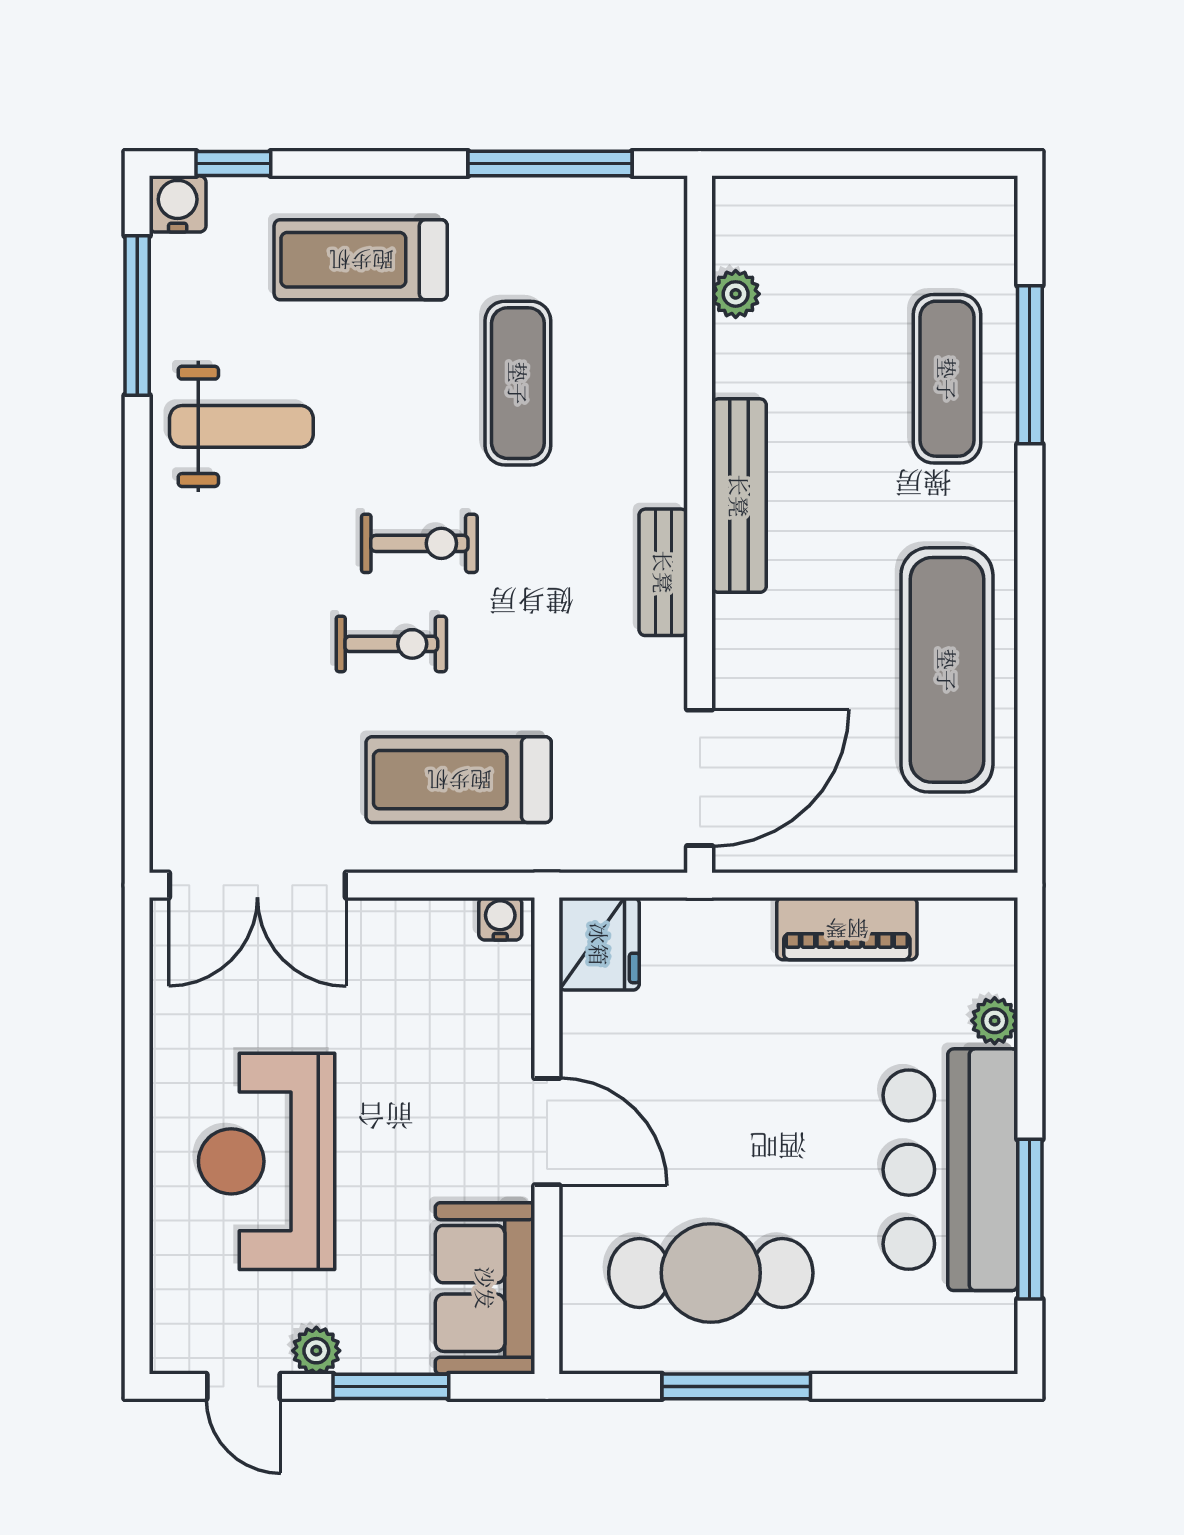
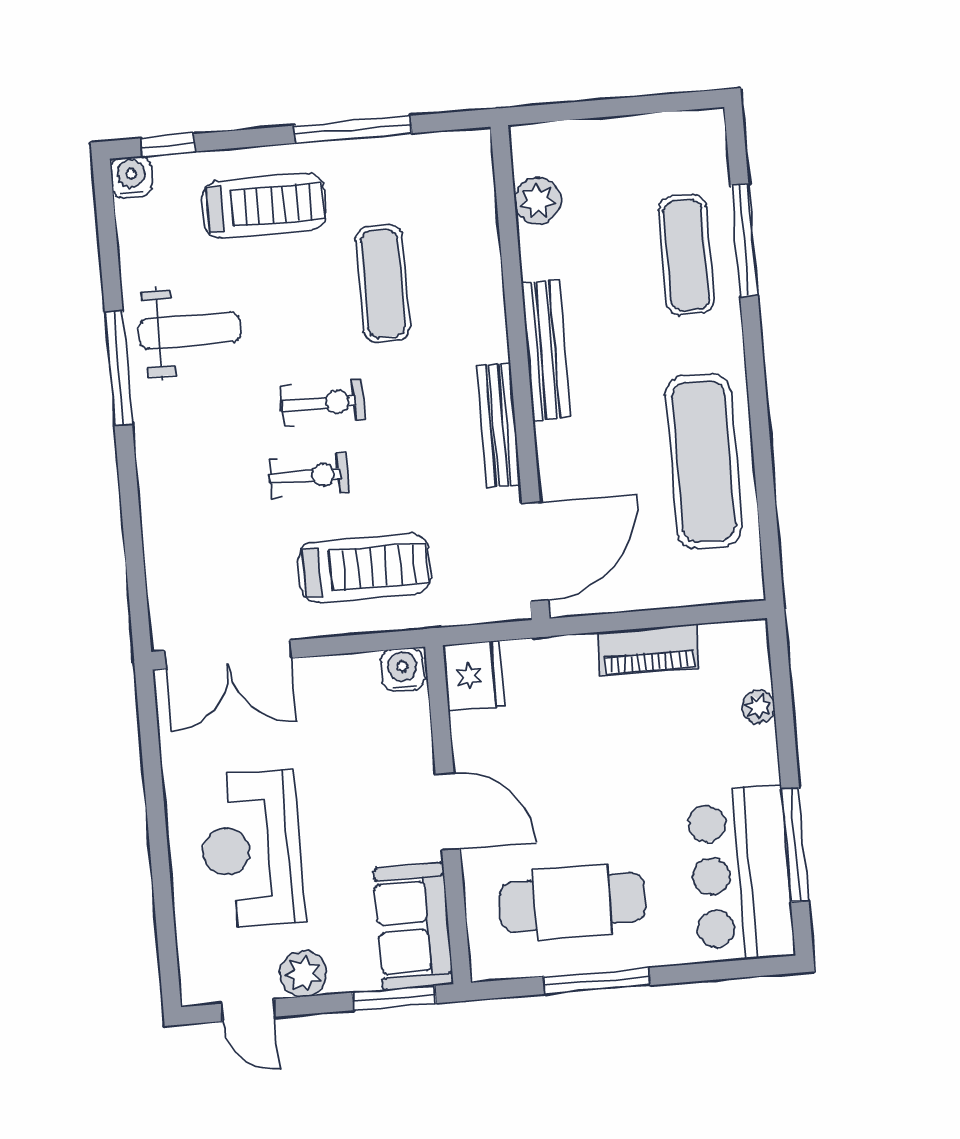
window: (550, 164) -> (353, 129), moved
treadmill: (361, 260) -> (264, 205), turned 180
plant: (736, 294) -> (537, 201), width x1.38, depth x1.38
window: (137, 316) -> (118, 368), moved
bench: (663, 572) -> (498, 425), width x1.36
treadmill: (459, 780) -> (364, 568), turned 180
water cooler: (500, 919) -> (403, 670), width x1.38, depth x1.38
bar counter: (950, 1170) -> (741, 874), moved
plant: (316, 1351) -> (303, 974), width x1.38, depth x1.38
window: (391, 1386) -> (394, 998), moved

